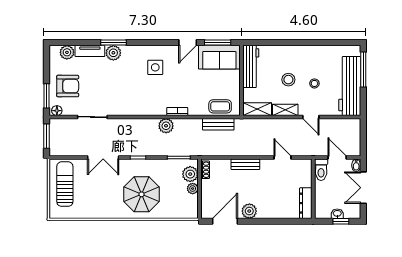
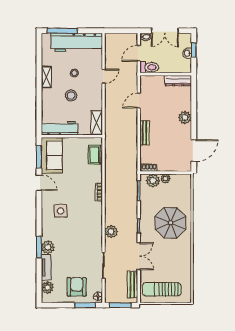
shelving: (285, 110) -> (46, 77), moved
bench: (218, 124) -> (132, 285), moved
plant: (166, 126) -> (111, 232), moved
plant: (249, 211) -> (185, 118), moved
door: (225, 221) -> (194, 151), swing flipped

